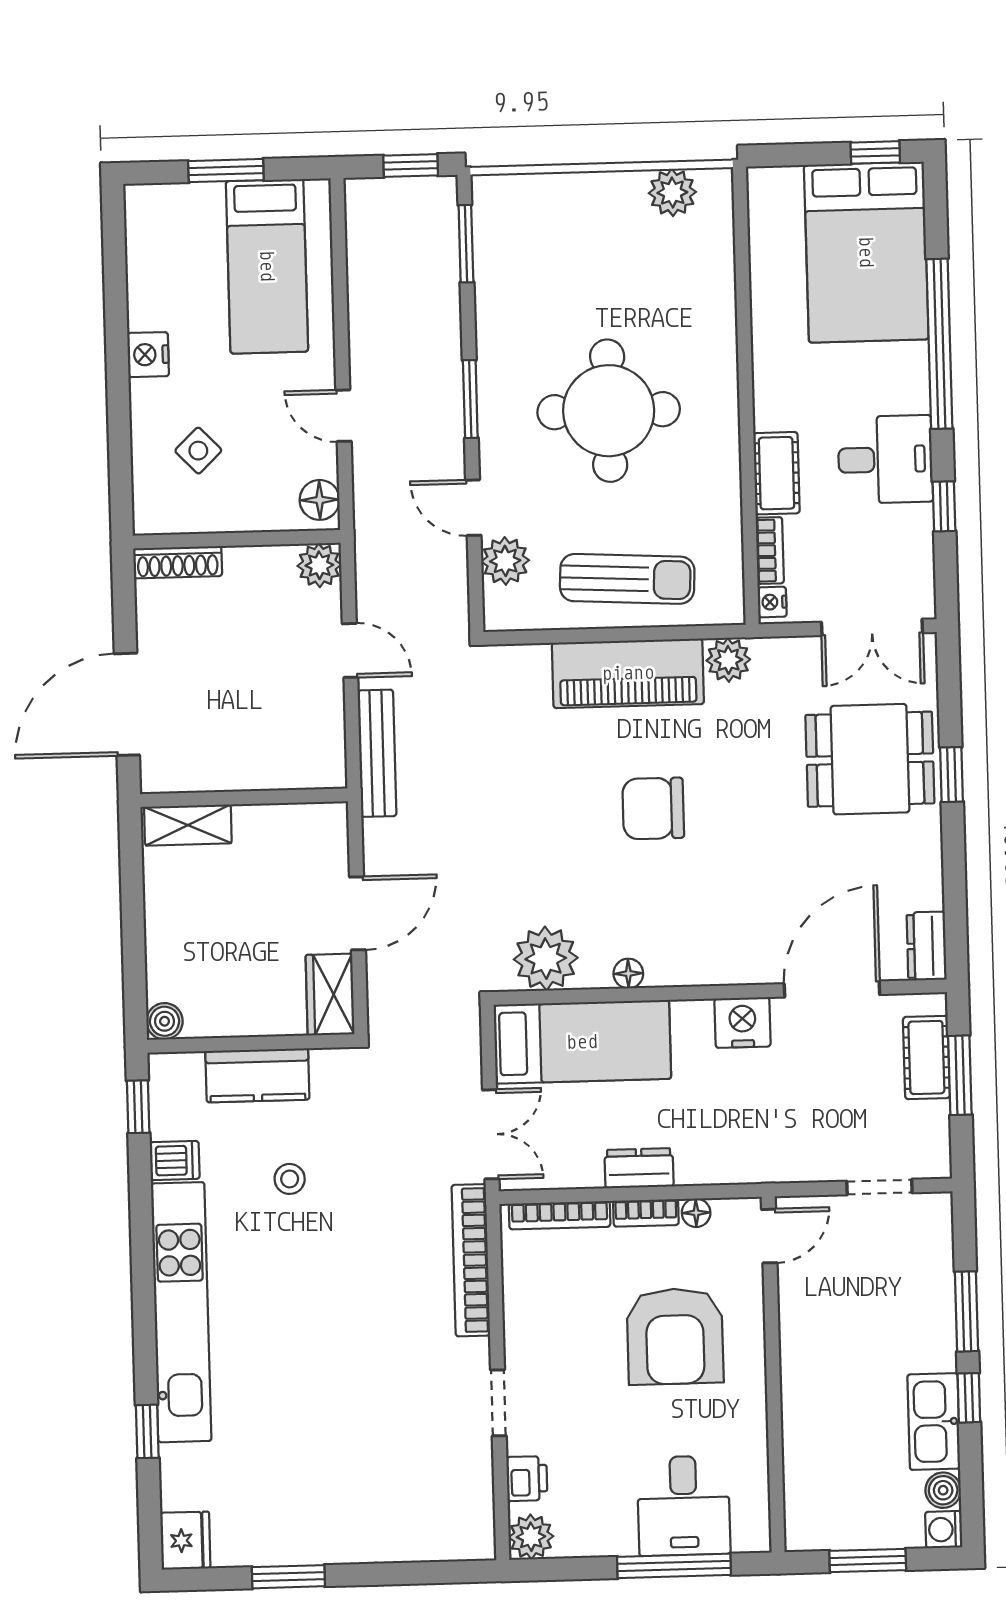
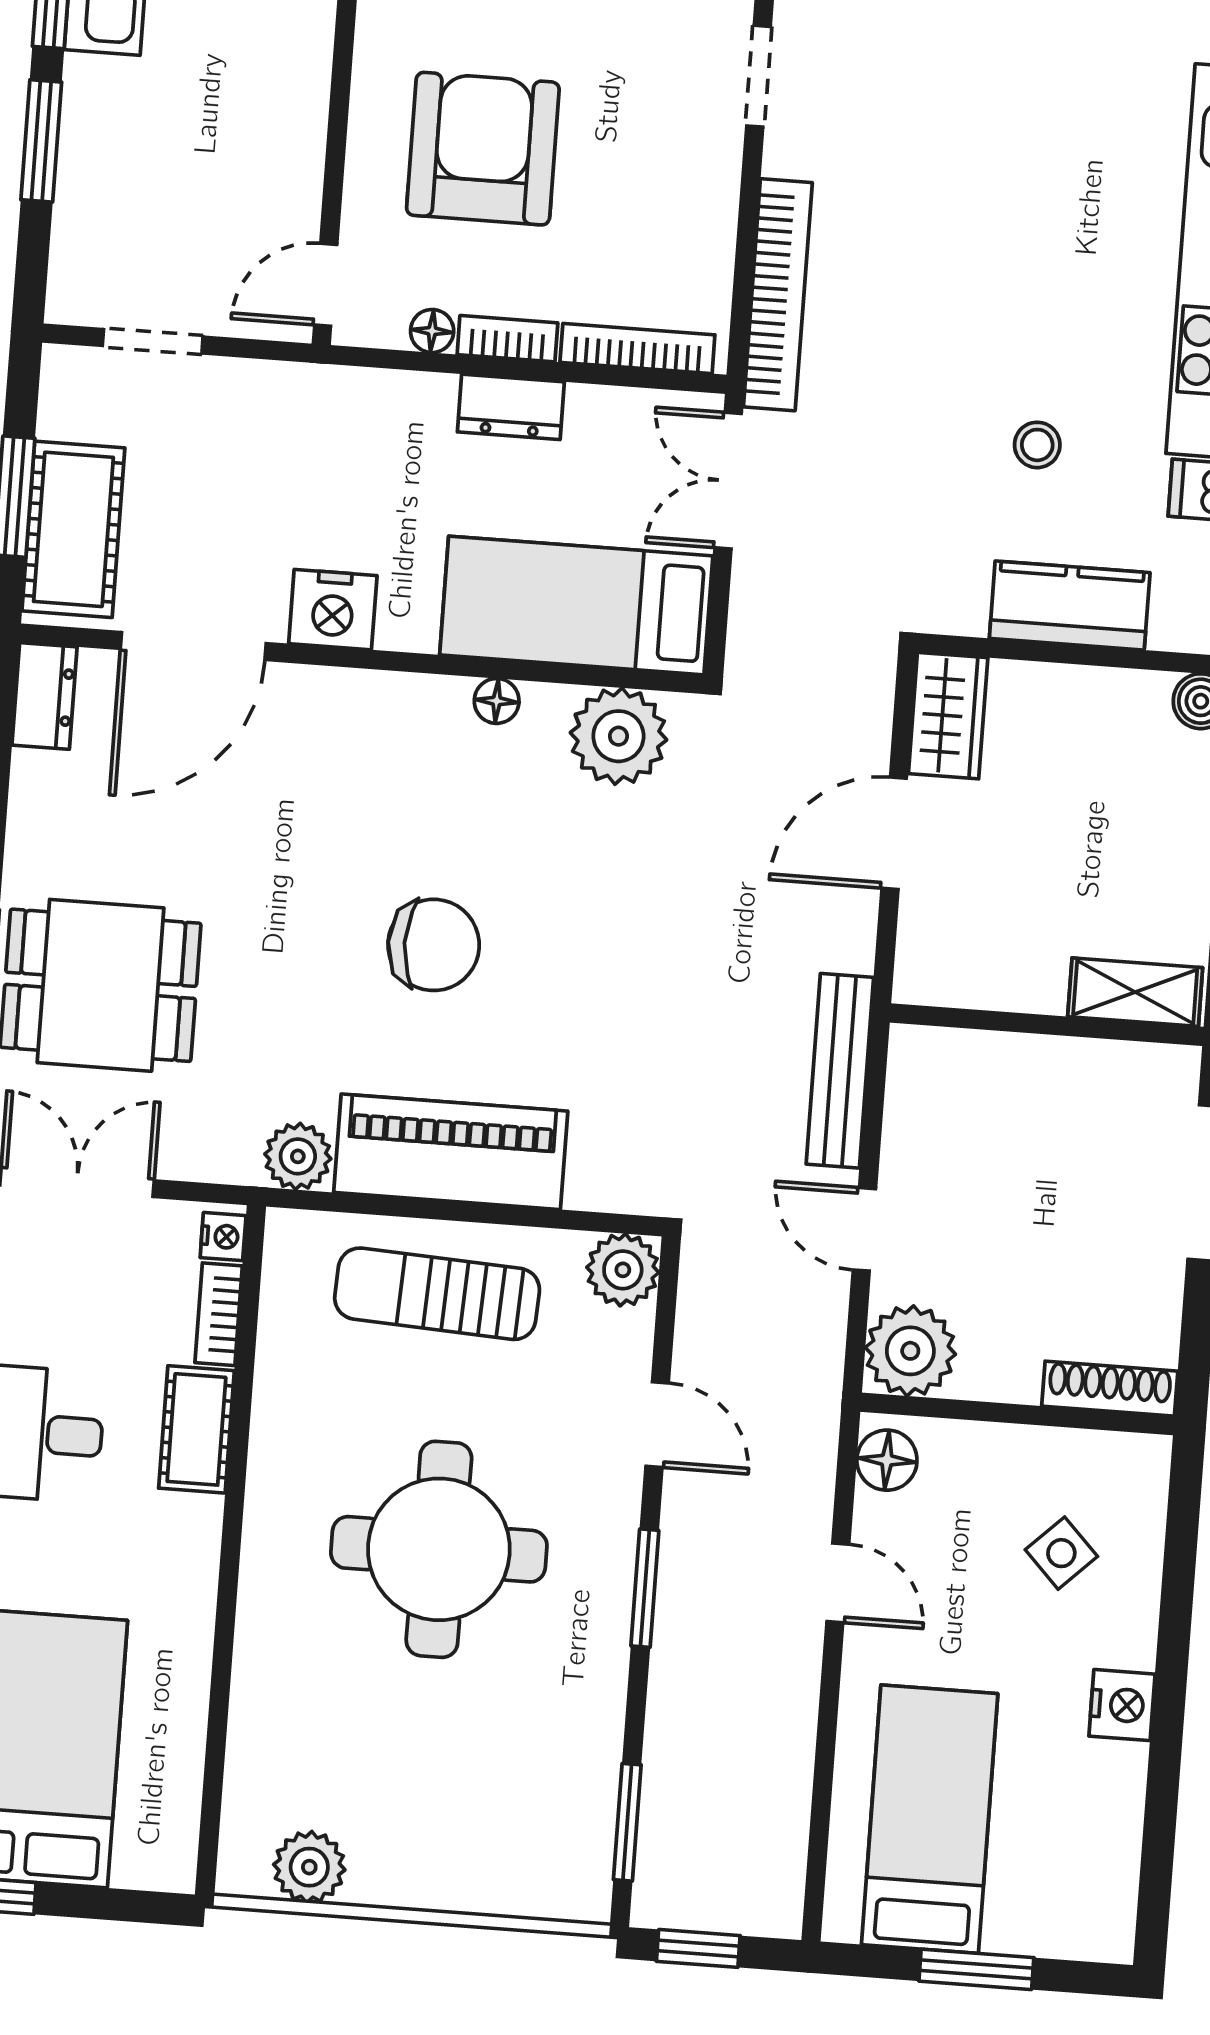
plant: (505, 561) -> (623, 1270), moved
plant: (319, 565) -> (910, 1351), width x1.36, depth x1.36
cot: (926, 1057) -> (73, 529), width x1.37, depth x1.34

